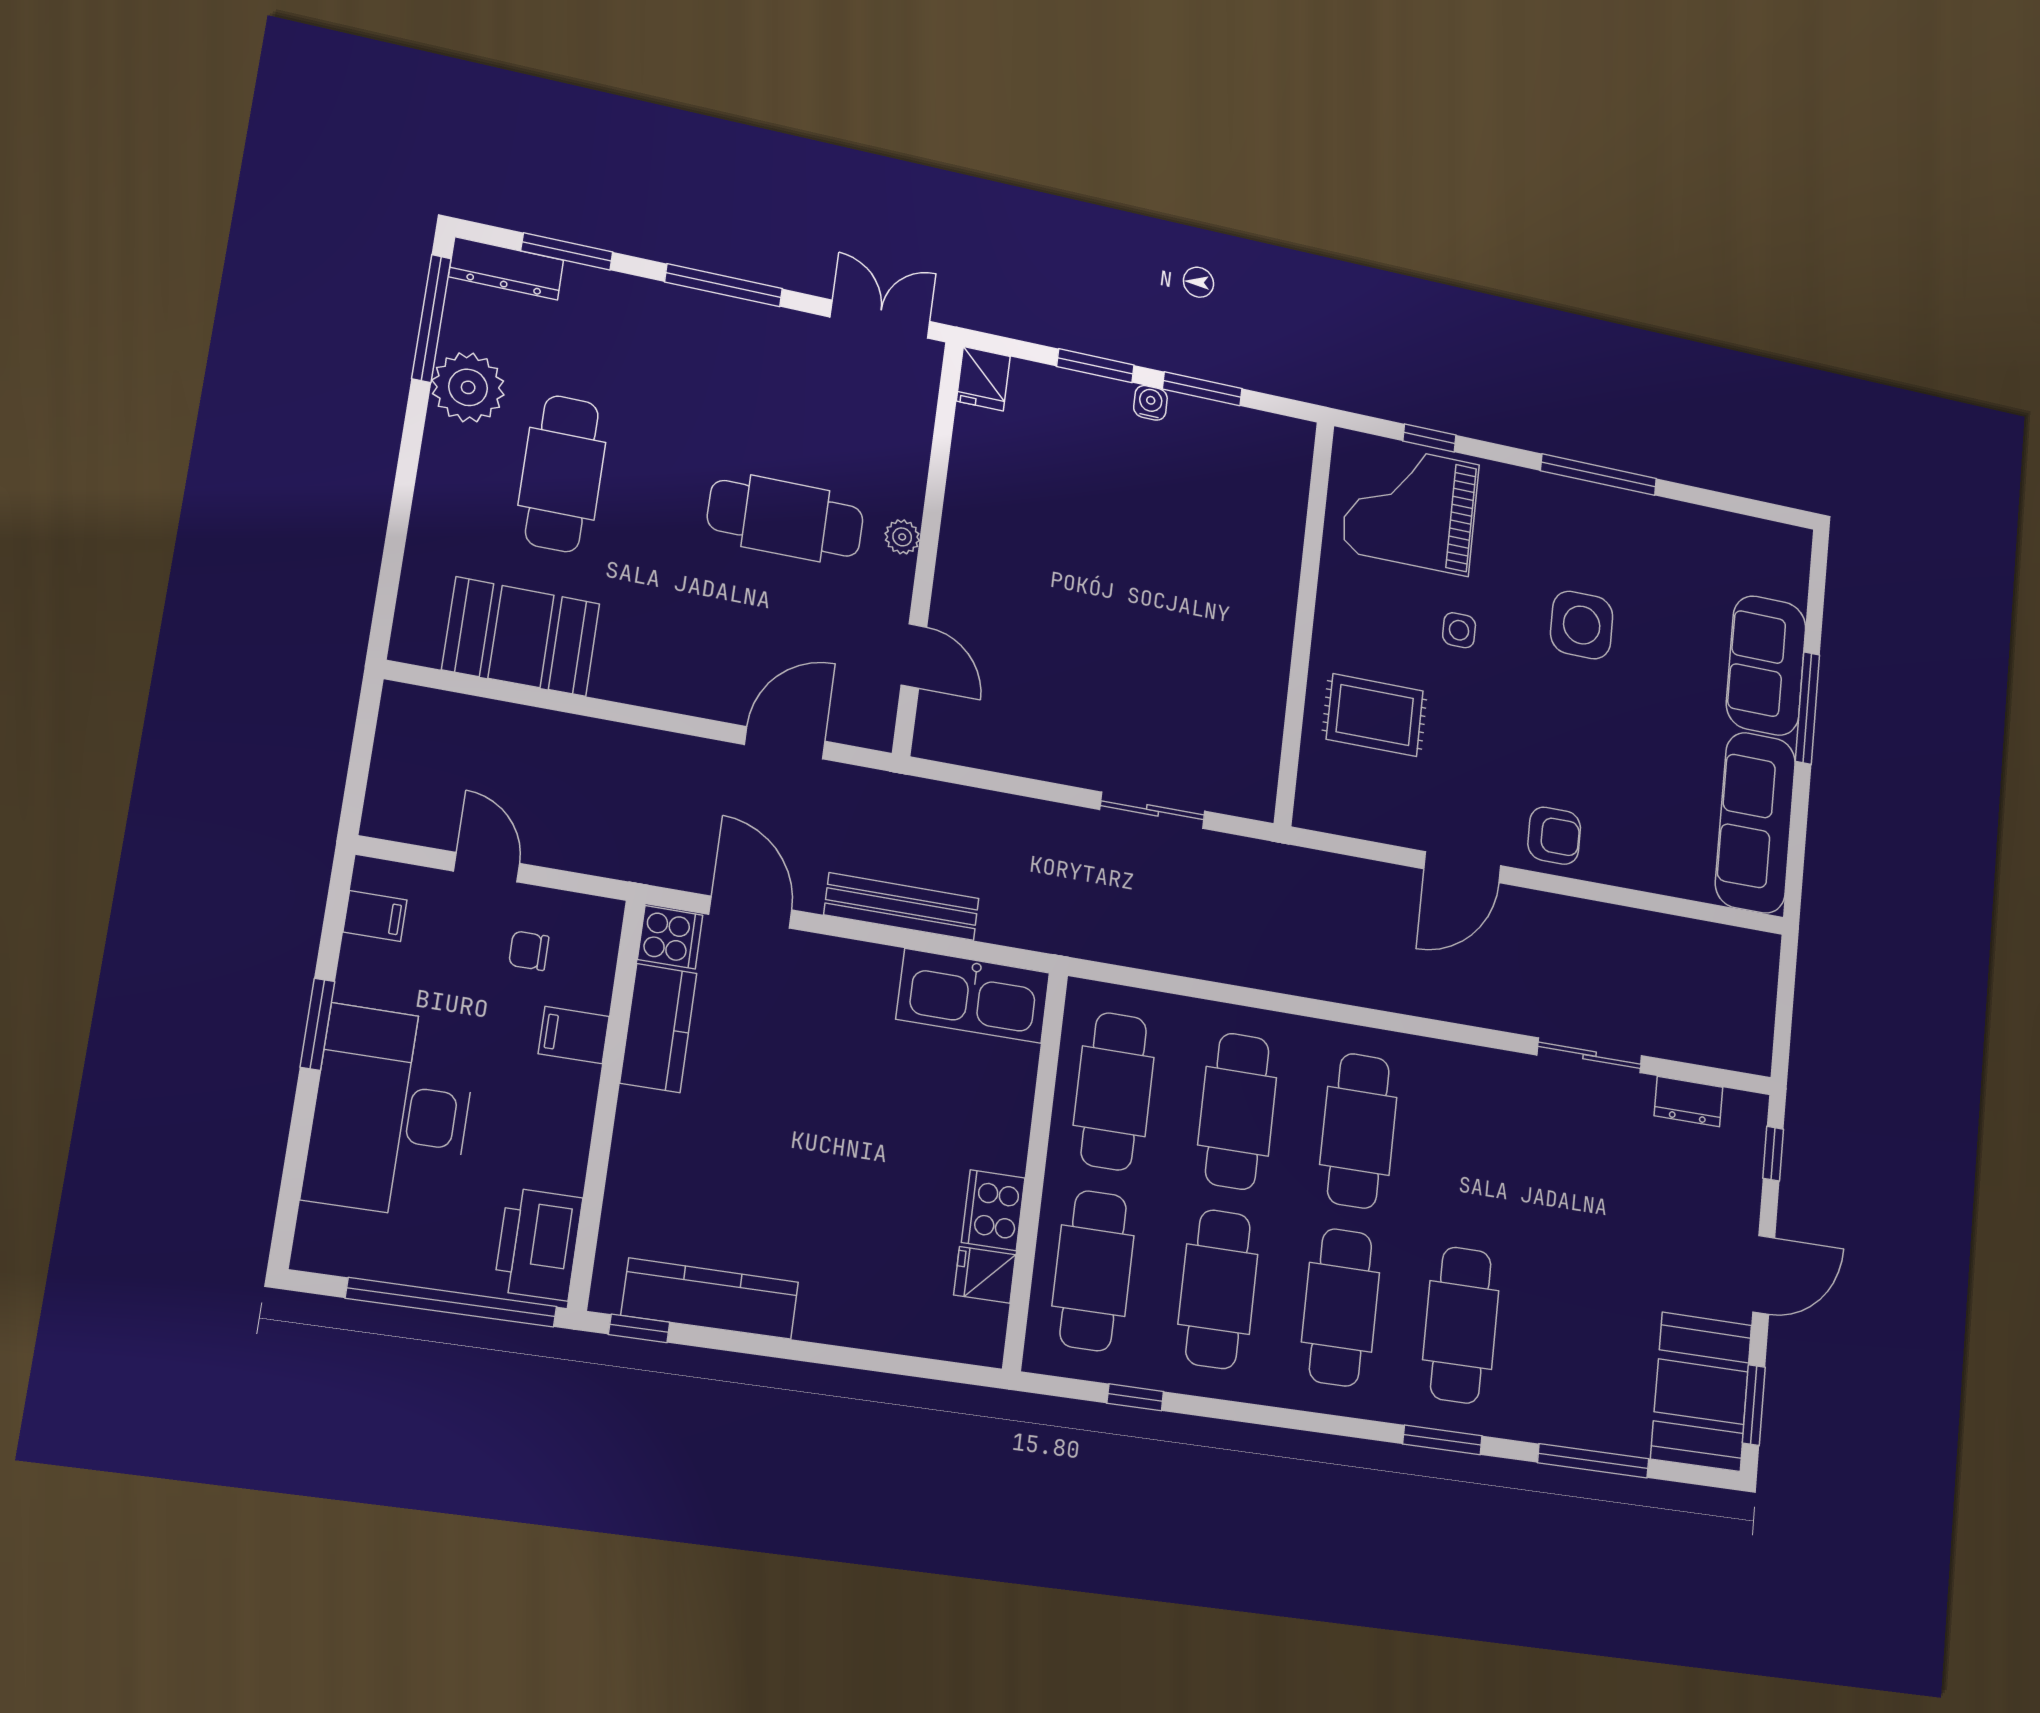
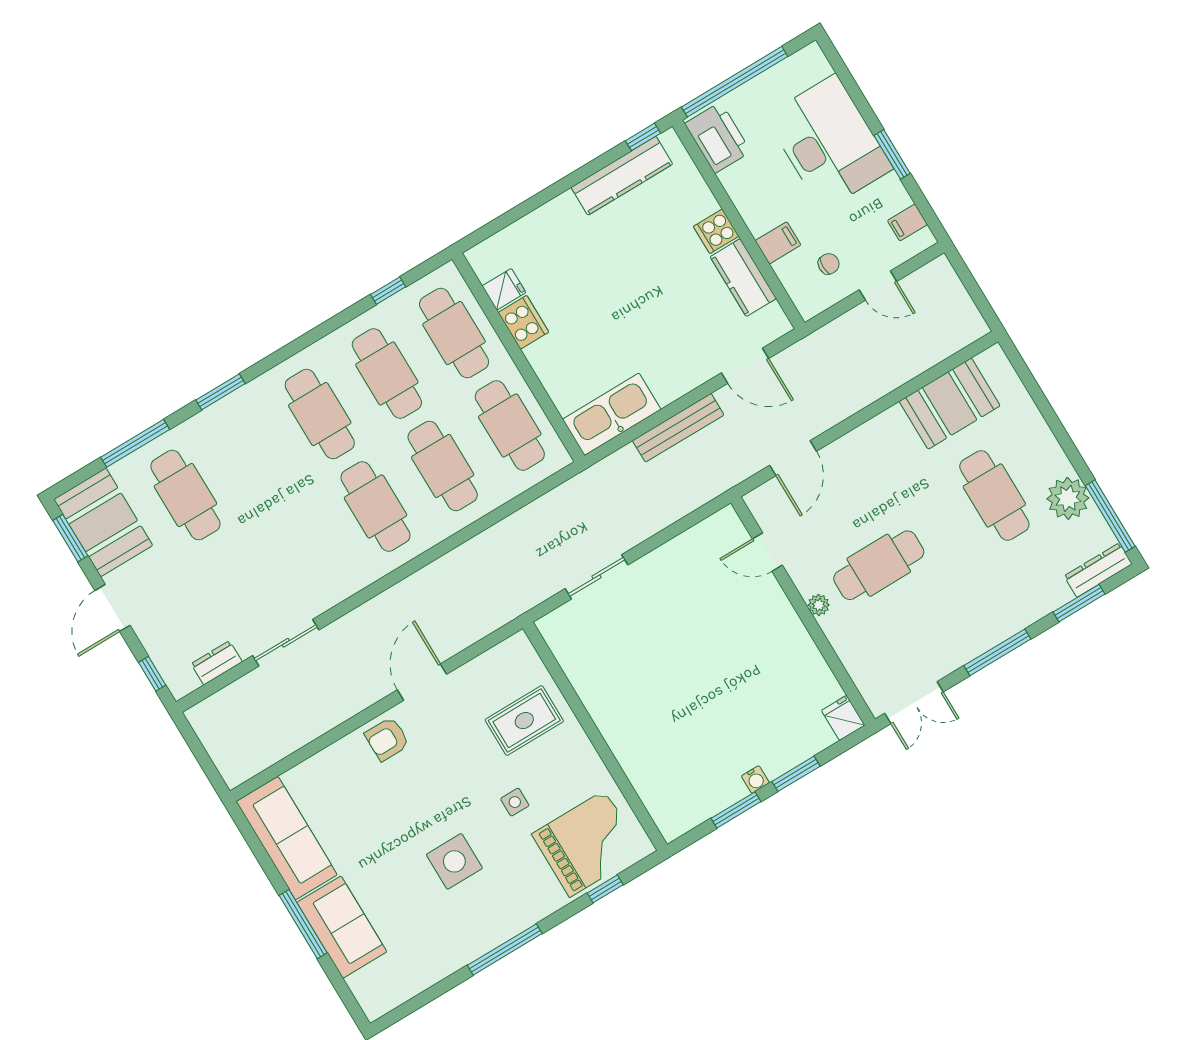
cooker: (670, 937) -> (716, 231), moved
cafe table: (1461, 1325) -> (185, 495), moved

